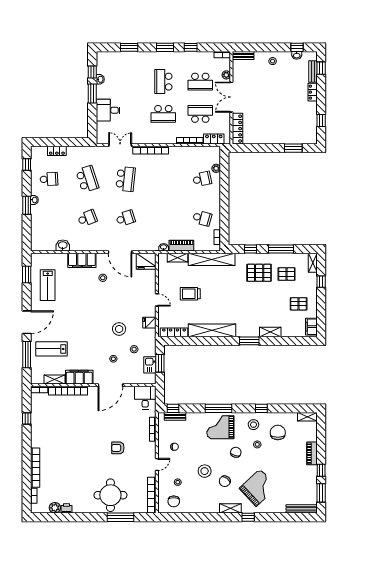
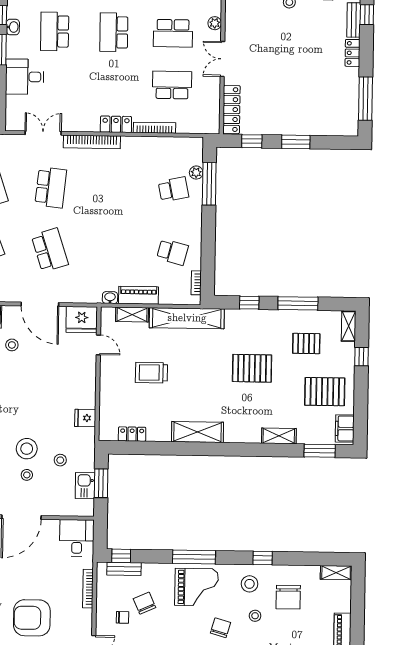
double door: (231, 97) -> (222, 59), width x0.73
school desk: (163, 114) -> (55, 31), moved, turned 90
window: (321, 121) -> (366, 99), width x2.17
locker: (214, 139) -> (116, 124), moved
window: (251, 148) -> (252, 141), added
window: (293, 148) -> (296, 142), moved
window: (224, 175) -> (209, 184), added
school desk: (126, 218) -> (50, 250), width x1.85
pallet: (259, 273) -> (252, 368), moved
door: (157, 300) -> (98, 345), moved
pallet: (299, 304) -> (325, 392), width x1.50, depth x1.42
stool: (119, 329) -> (27, 449), moved
shelving: (212, 330) -> (197, 432), width x0.68
locker: (174, 332) -> (132, 434), width x0.66
window: (249, 341) -> (320, 451), moved
grand piano: (220, 427) -> (197, 587), turned 180
chair: (278, 432) -> (288, 597), turned 180
chair: (188, 438) -> (144, 603), added
armchair: (118, 448) -> (32, 618), width x1.88, depth x1.88

